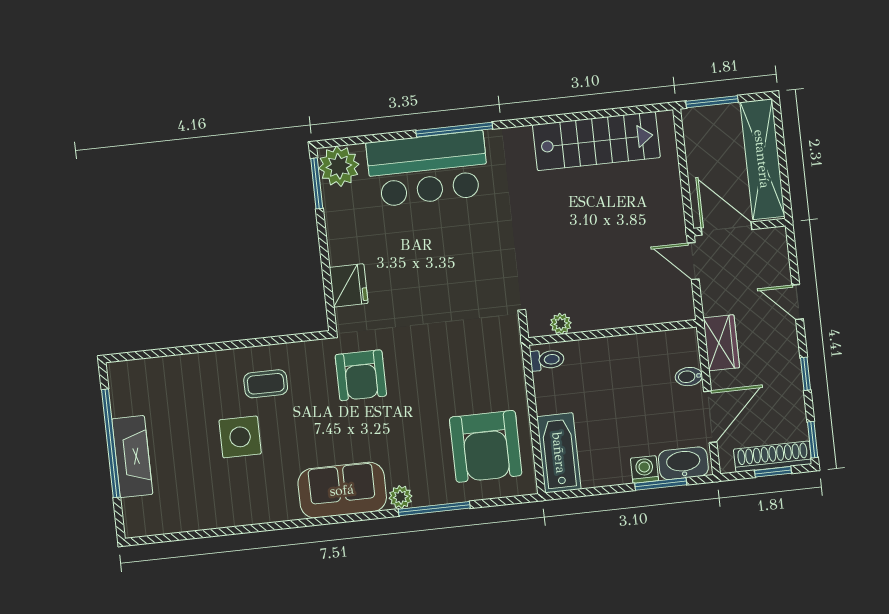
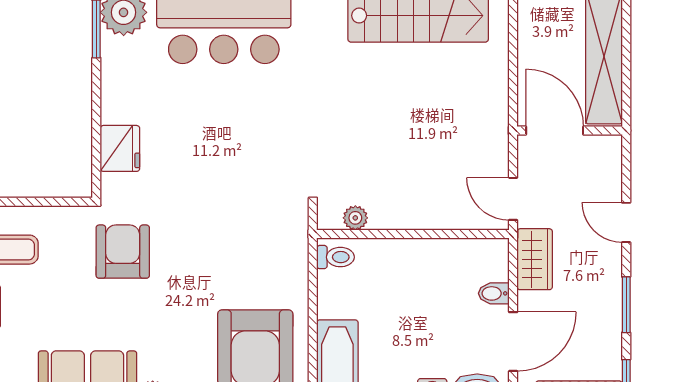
door: (693, 261) -> (513, 199), moved
window: (805, 374) -> (626, 305), width x1.50
armchair: (361, 375) -> (123, 252), turned 180

